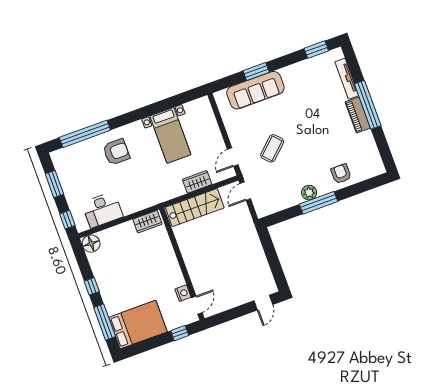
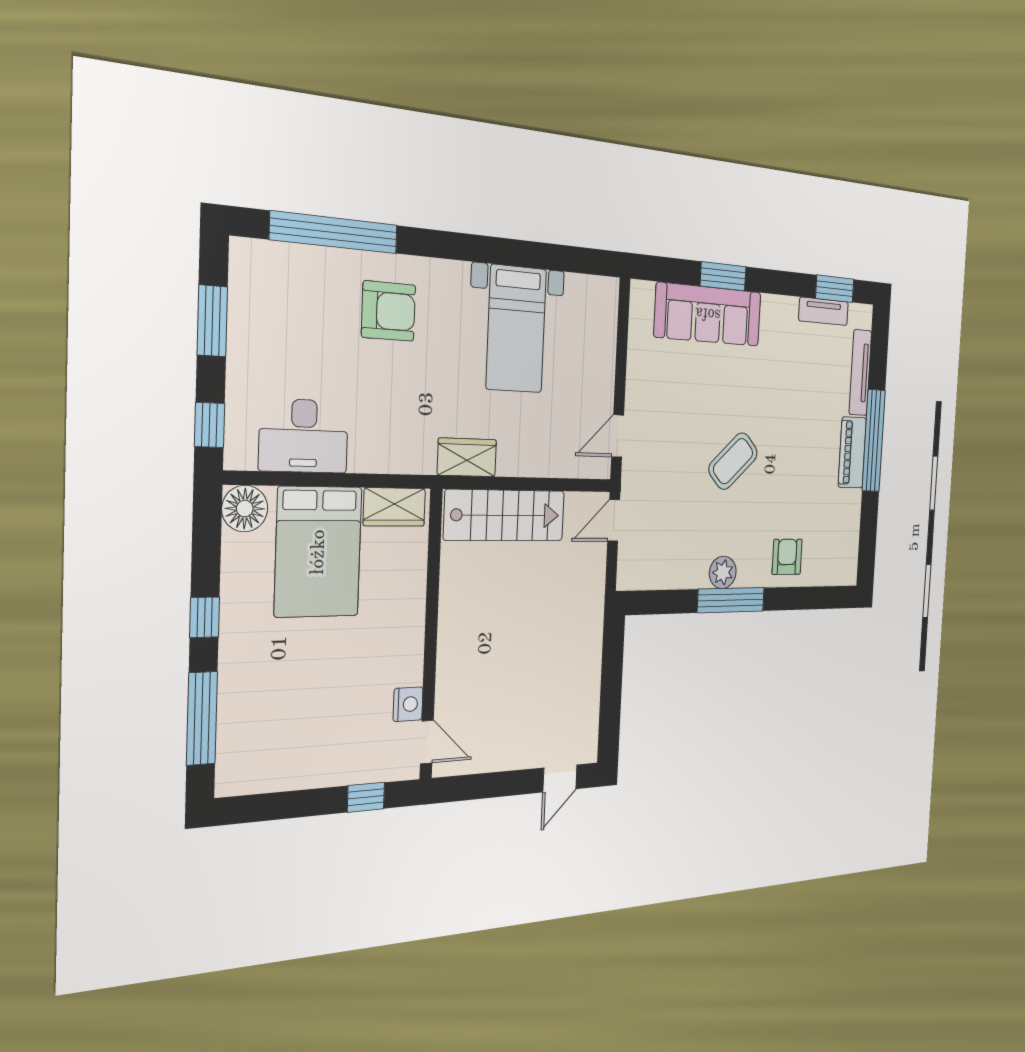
tv unit: (315, 62) -> (824, 311), added
coffee table: (272, 148) -> (733, 461), moved
wardrobe: (197, 182) -> (467, 457), moved
door: (197, 305) -> (427, 742), hinge flipped
bed: (138, 325) -> (318, 552), moved, turned 90

